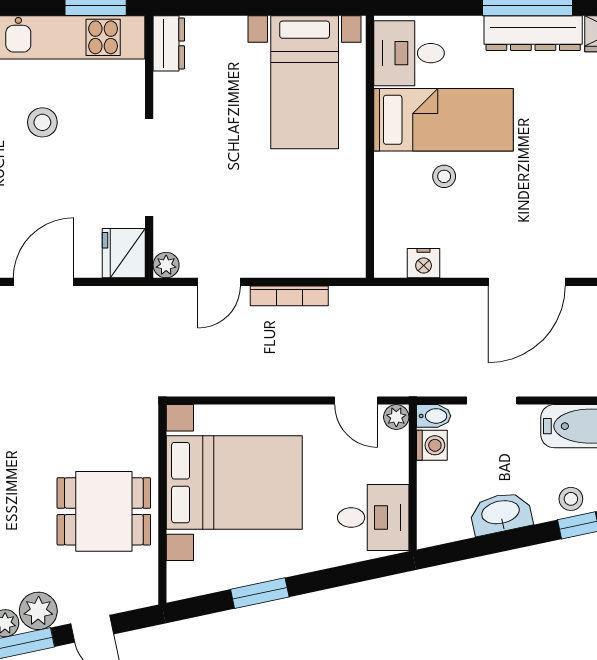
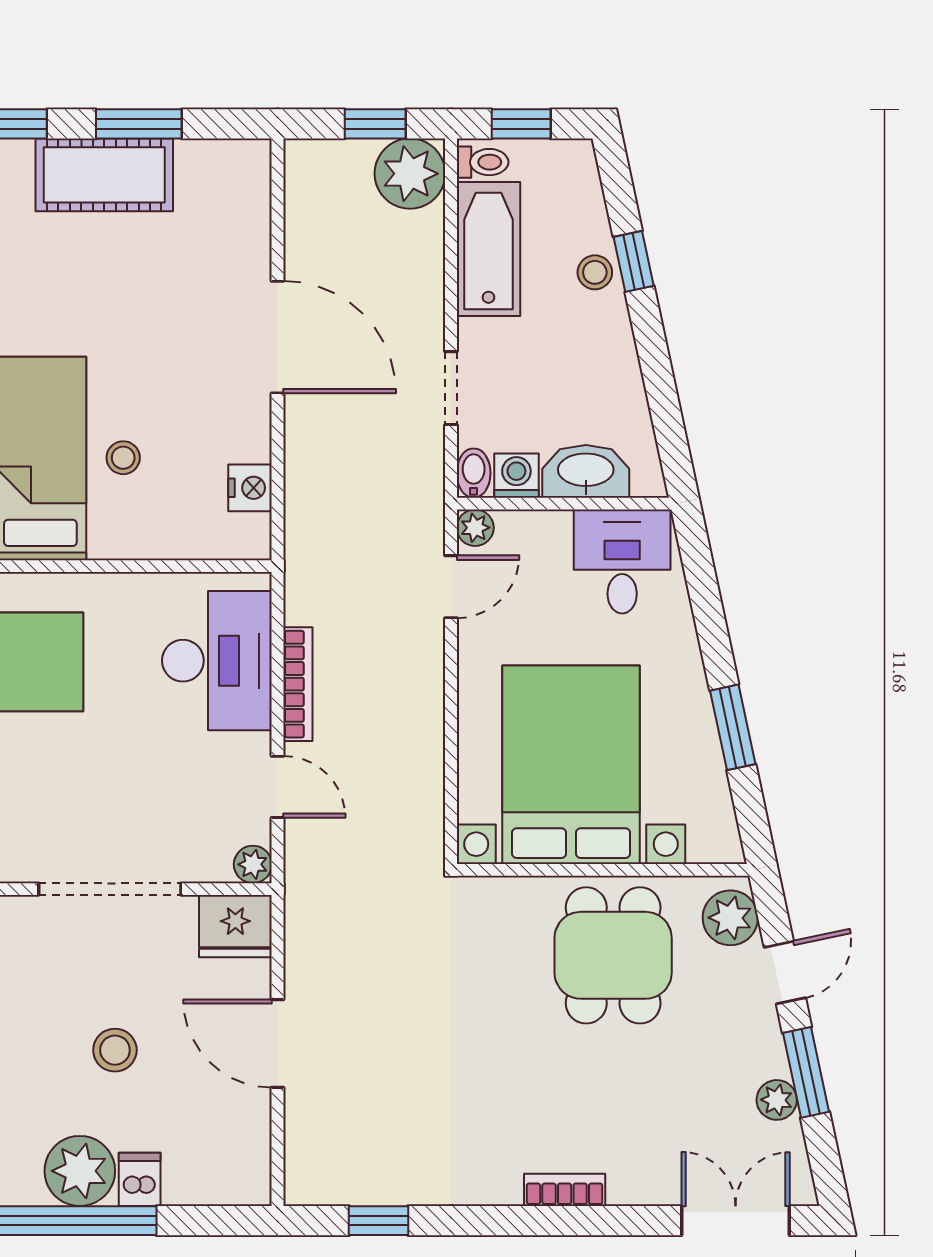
stool: (42, 122) -> (115, 1050), moved
desk: (305, 240) -> (217, 661), added
washbasin: (501, 513) -> (586, 471), moved, turned 102
plant: (38, 611) -> (730, 918), moved

